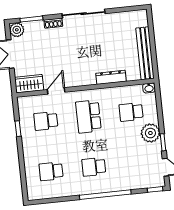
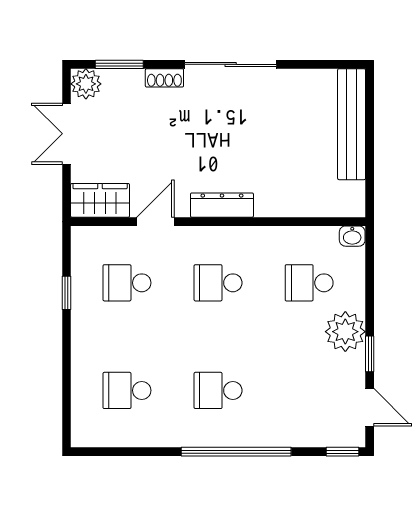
bench: (145, 53) -> (352, 124), moved
dresser: (111, 77) -> (222, 205), moved
school desk: (88, 116) -> (218, 283), width x0.54

